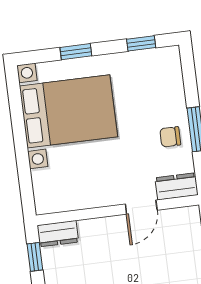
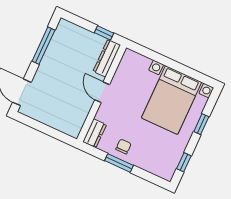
door: (141, 207) -> (102, 92), moved
dresser: (58, 234) -> (107, 58), width x1.44

